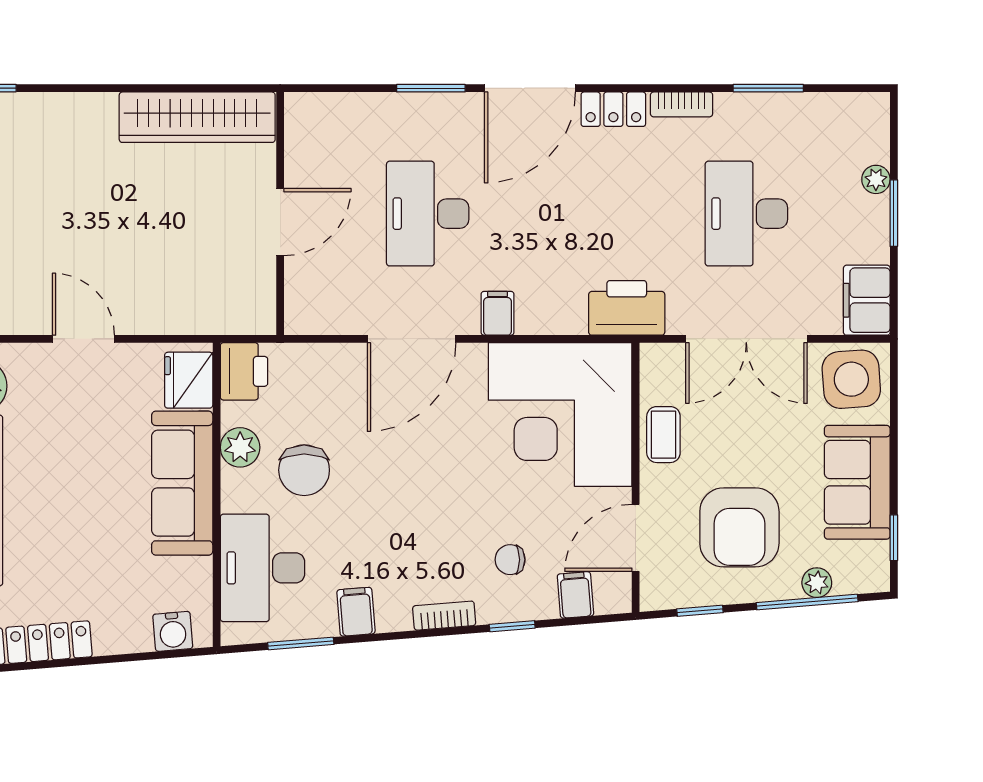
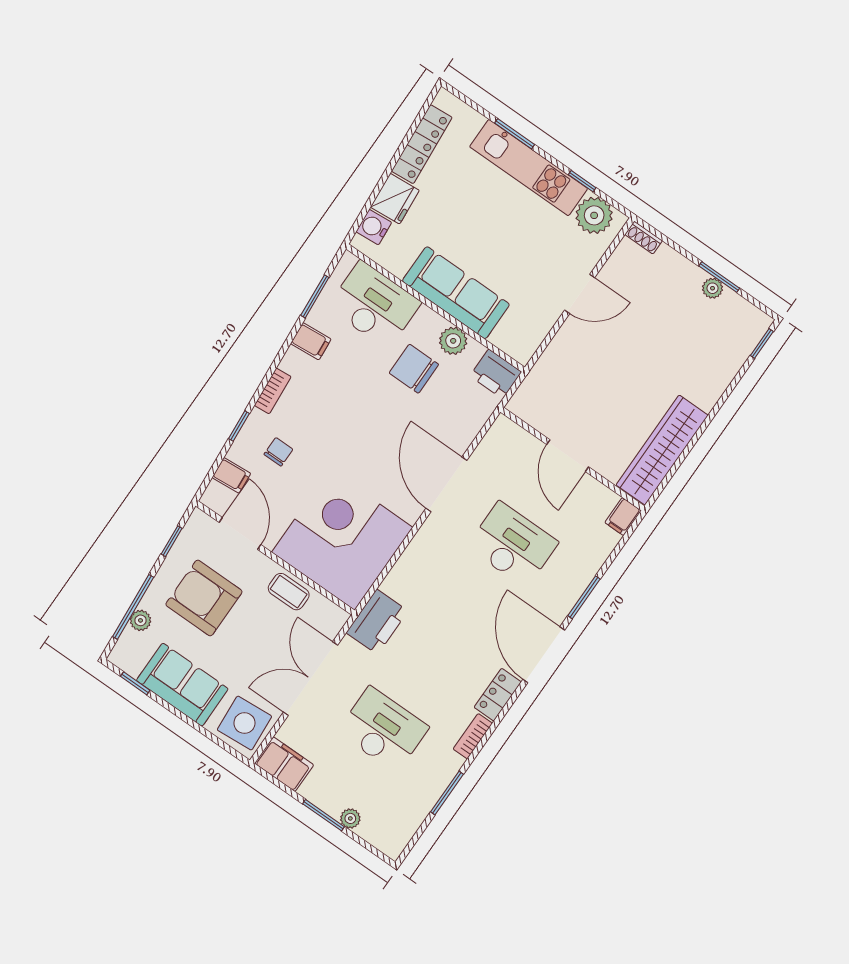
filing cabinet: (498, 313) -> (623, 517), moved, turned 90
fridge: (189, 380) -> (395, 199), moved, turned 85

